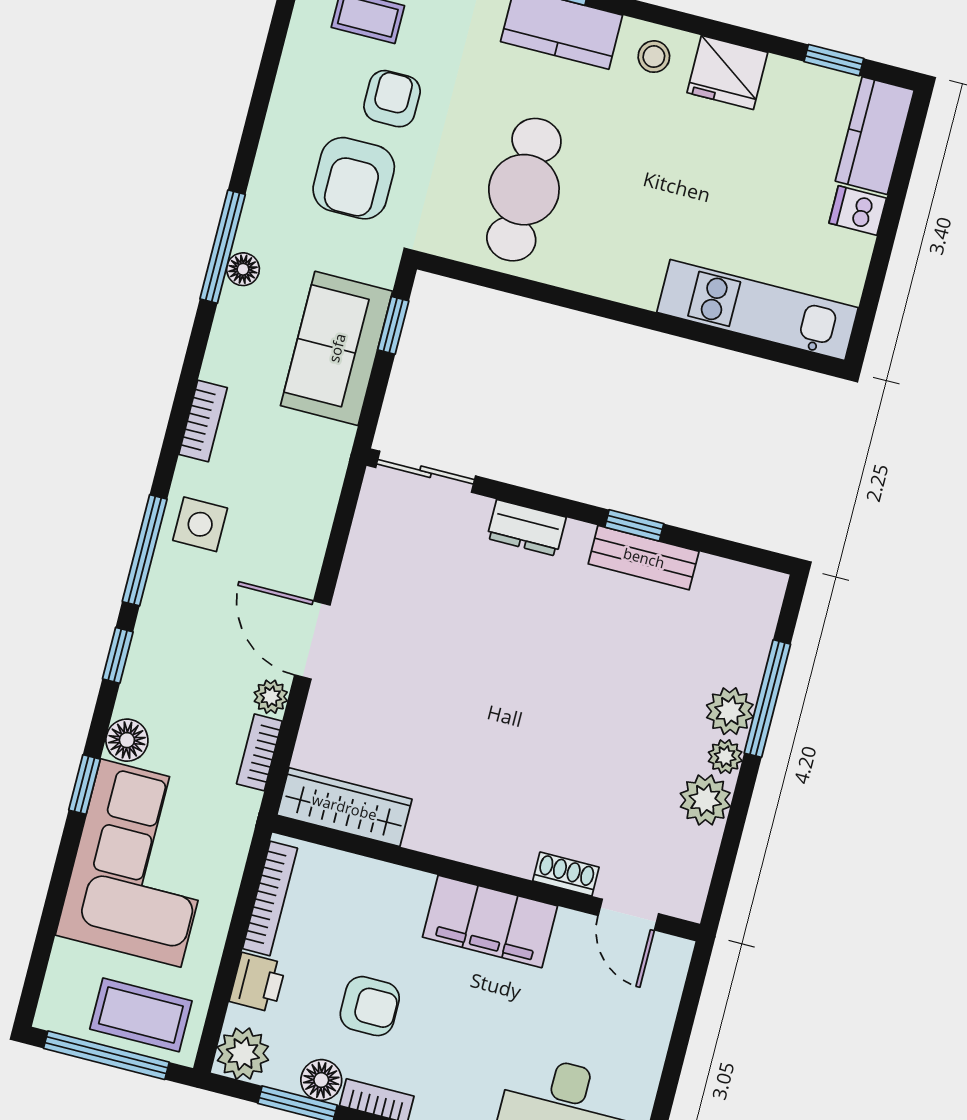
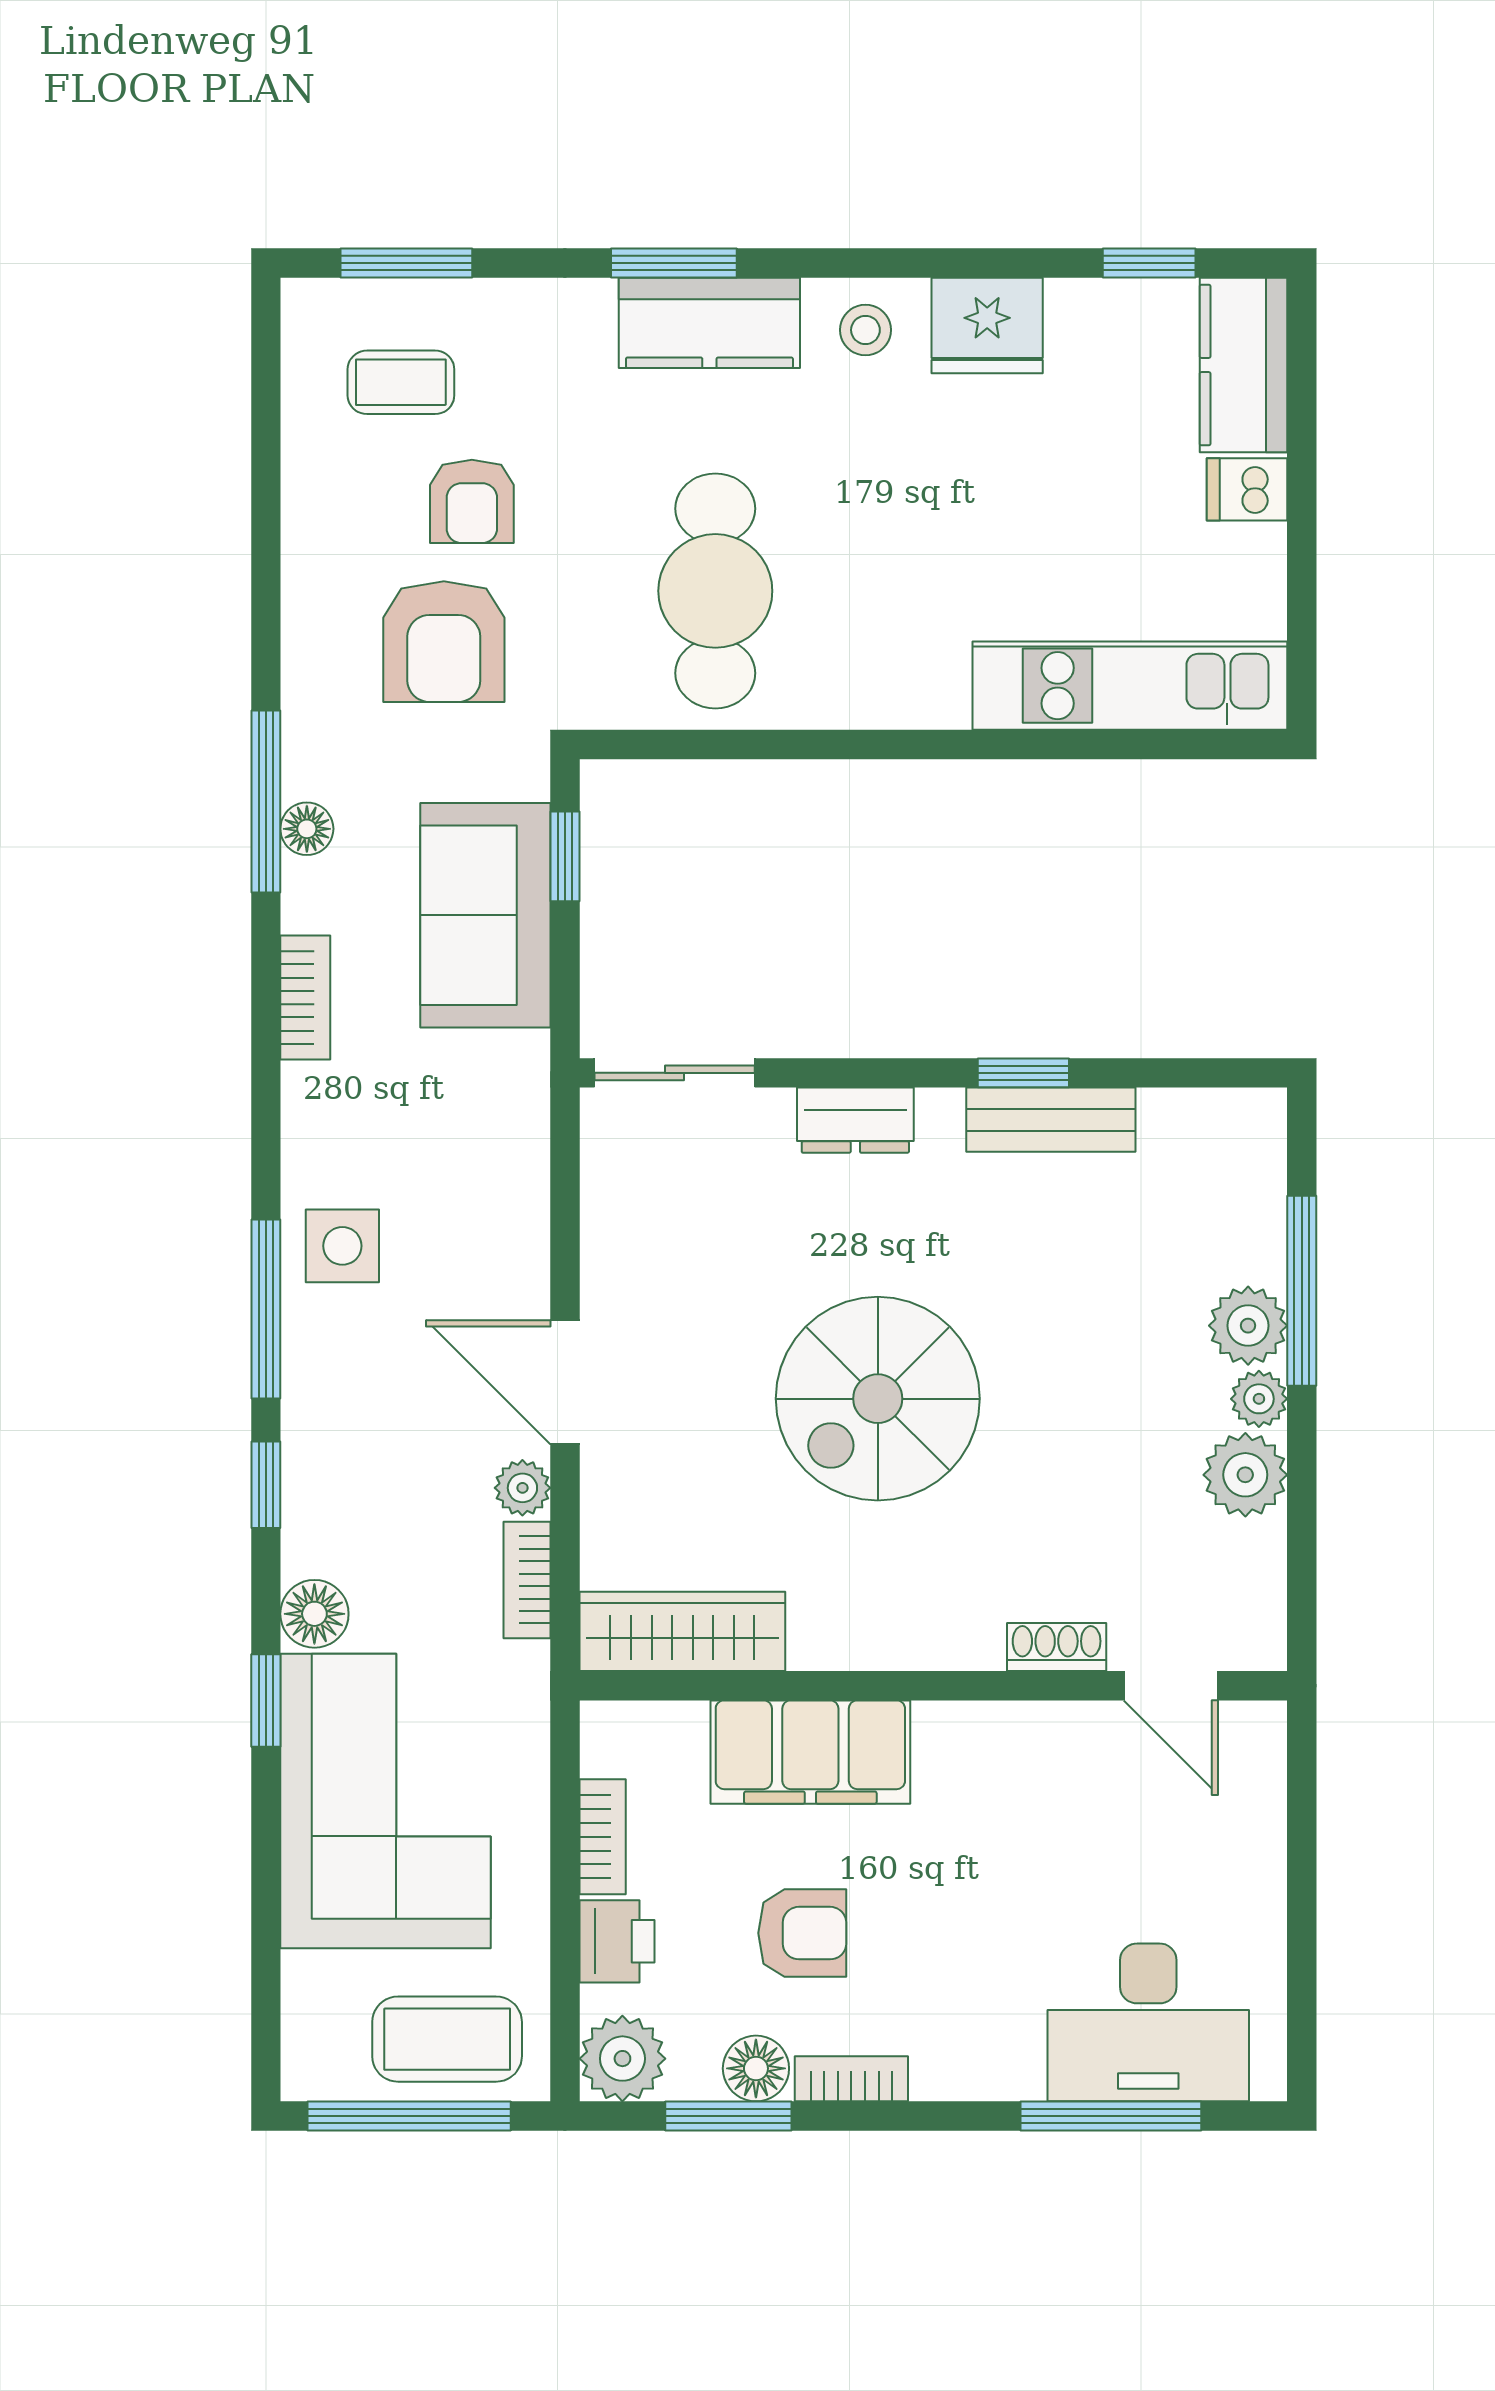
armchair: (392, 99) -> (472, 501), turned 180
bookcase: (203, 421) -> (305, 998), moved
spiral stairs: (497, 698) -> (878, 1399), added
bookcase: (270, 898) -> (603, 1837), width x0.64
filing cabinet: (490, 922) -> (810, 1752), moved

